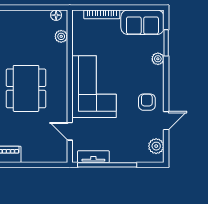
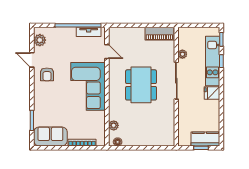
plant: (158, 59) -> (38, 108), removed
door: (166, 121) -> (32, 60), hinge flipped

